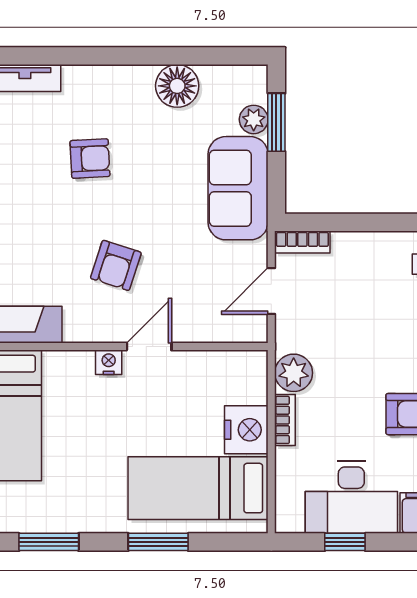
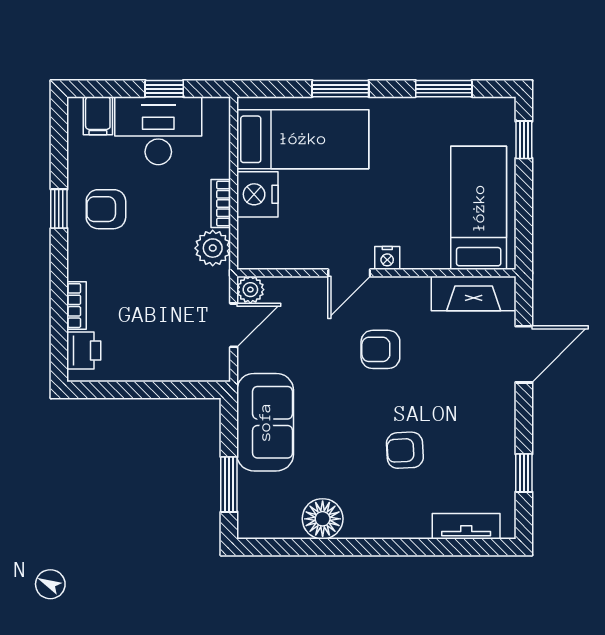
plant: (254, 119) -> (250, 290), moved
bookcase: (302, 242) -> (204, 371), removed
armchair: (116, 265) -> (380, 349), turned -108

